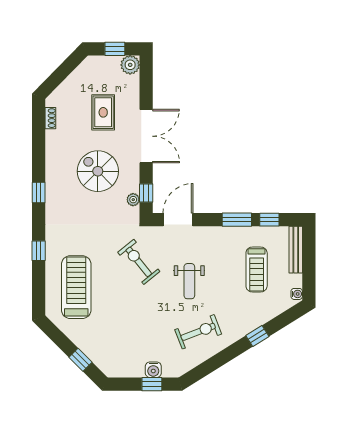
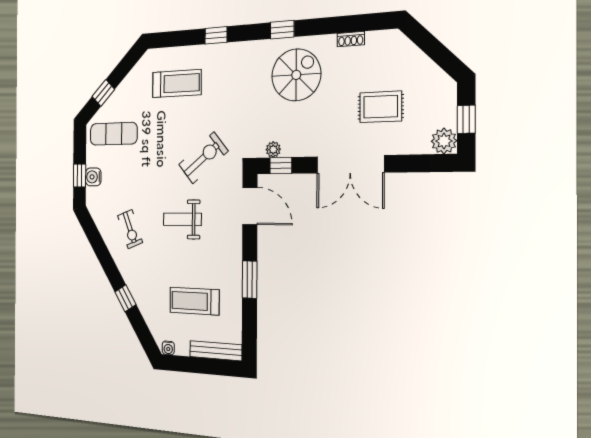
shoe rack: (50, 118) -> (351, 39), moved
spiral stairs: (98, 171) -> (296, 75), moved
window: (269, 220) -> (249, 320), removed
treadmill: (76, 287) -> (177, 84), width x0.73, depth x0.73
exercise bike: (198, 332) -> (130, 229), width x0.73, depth x0.72
exercise mat: (116, 349) -> (114, 134), added

